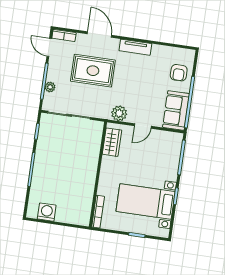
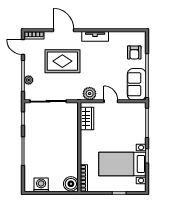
door: (143, 126) -> (111, 101), swing flipped
boiler: (82, 216) -> (71, 184), added

